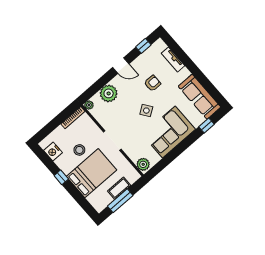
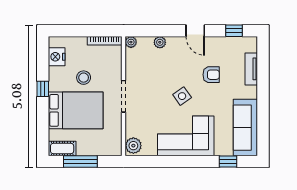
plant: (109, 93) -> (160, 42), width x0.53, depth x0.53
cot: (119, 188) -> (62, 149), moved

